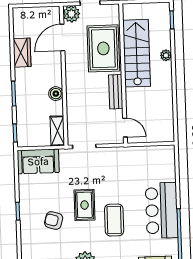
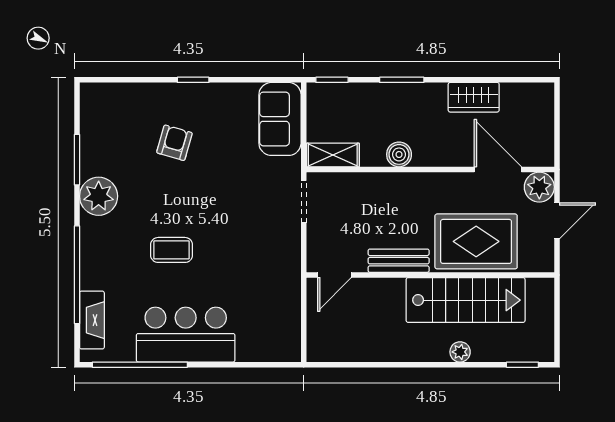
rug: (85, 205) -> (200, 198), removed
coffee table: (114, 220) -> (172, 250), width x0.73, depth x0.77

